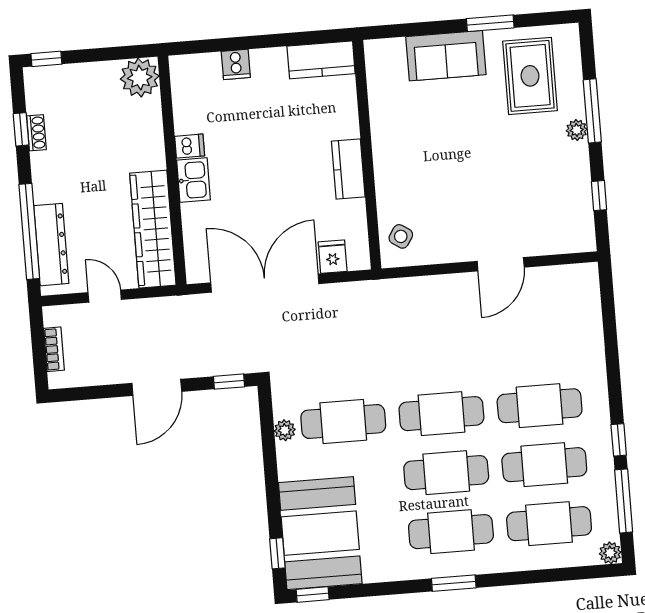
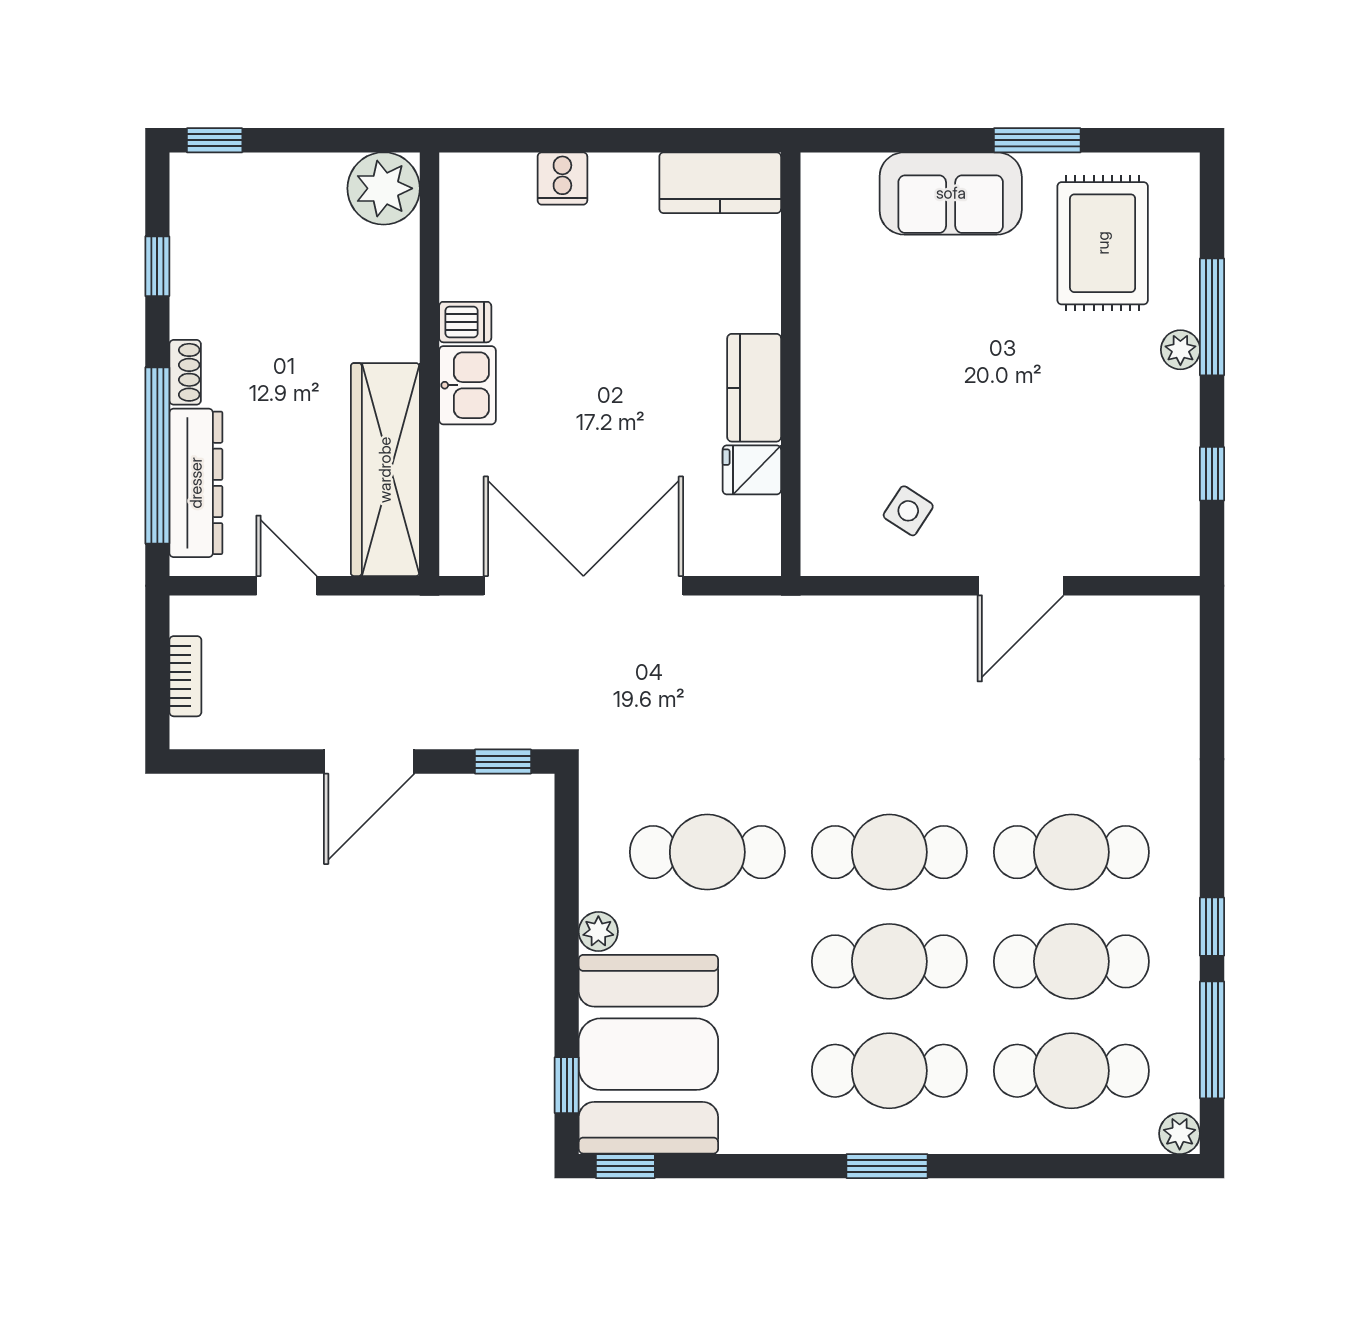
shoe rack: (36, 133) -> (185, 372), moved
side table: (401, 236) -> (908, 511), moved
fridge: (333, 257) -> (752, 470), moved, turned -90
plant: (285, 430) -> (598, 931), moved

